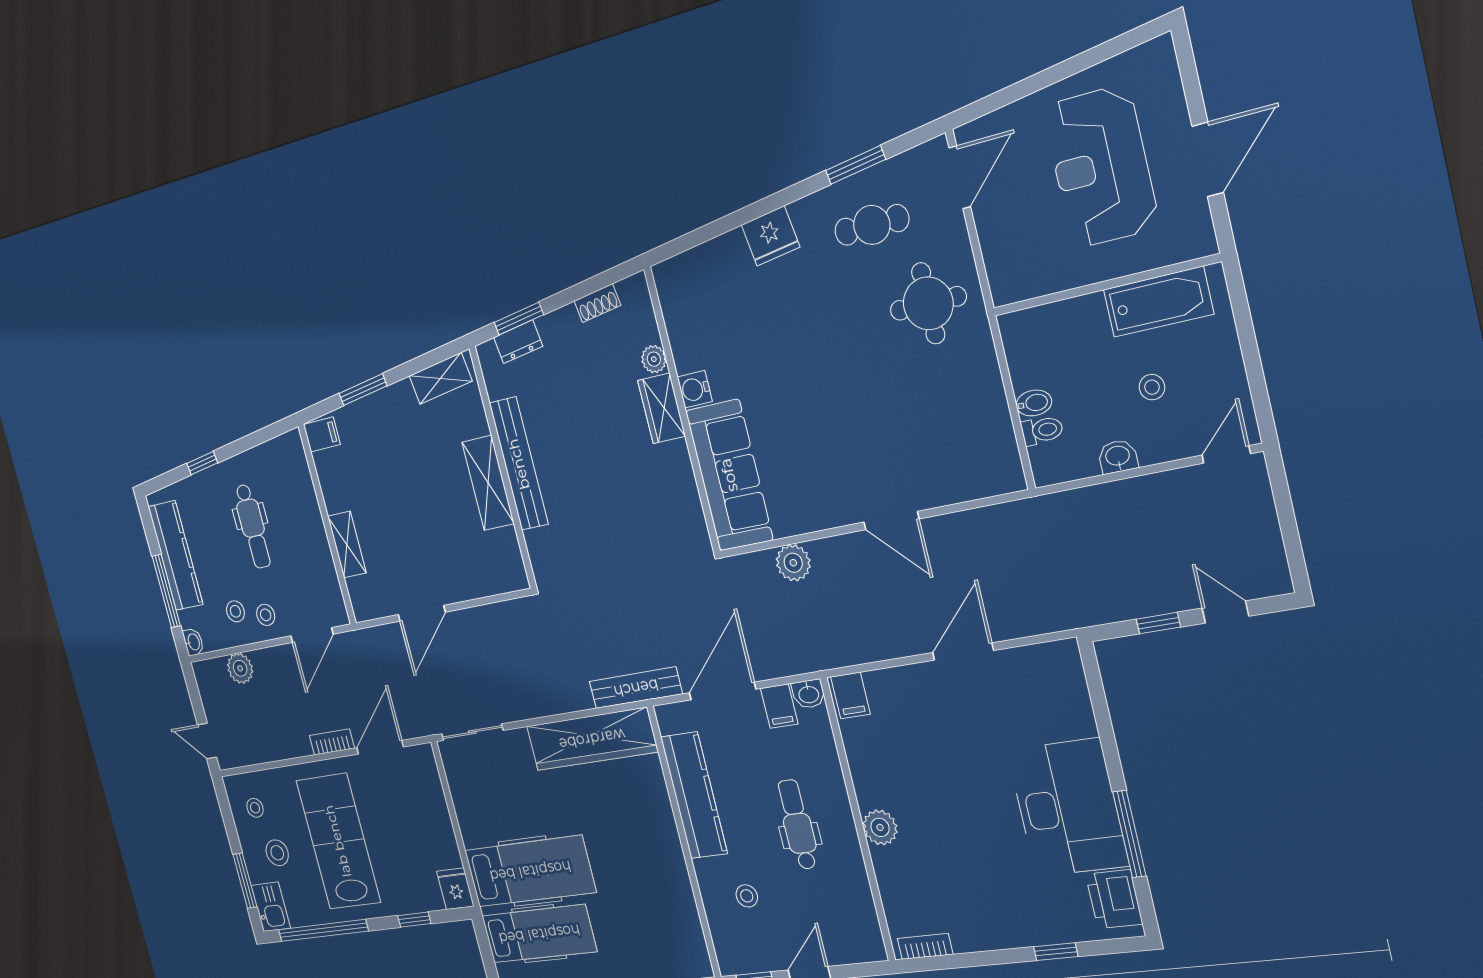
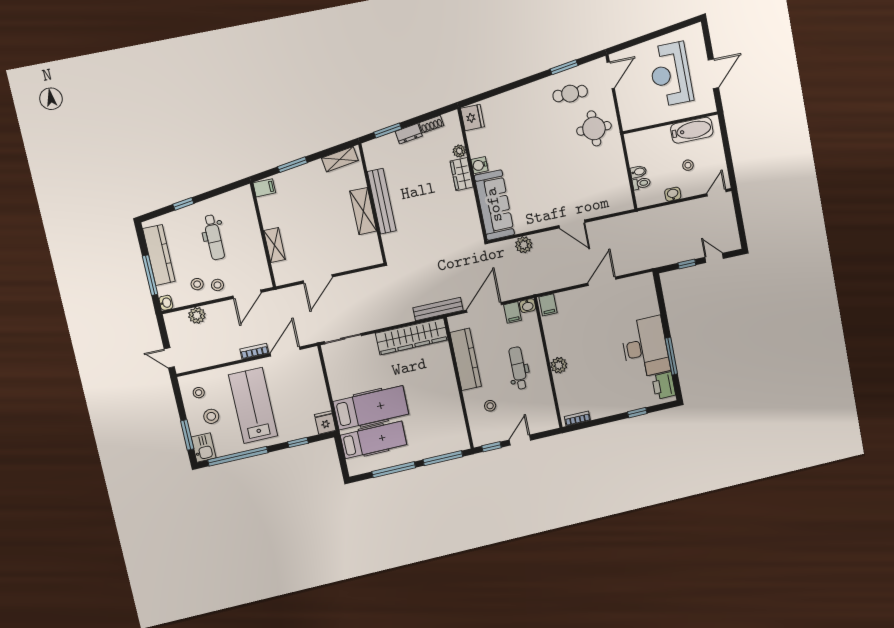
fridge: (771, 236) -> (472, 117), moved, turned -82
dresser: (518, 342) -> (409, 134), moved

